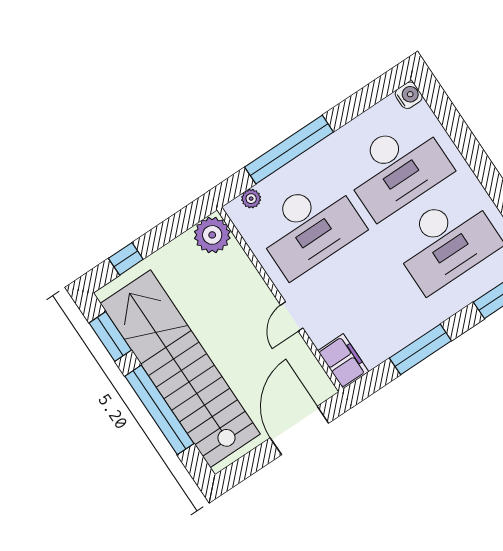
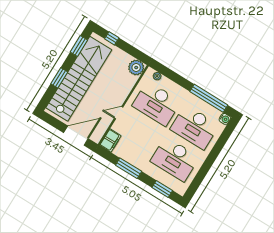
window: (289, 150) -> (209, 98), moved
window: (159, 410) -> (59, 78), width x0.47

